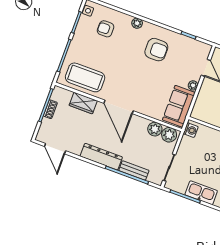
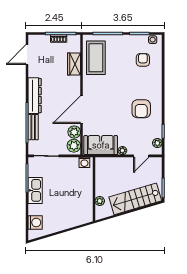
plant: (137, 23) -> (157, 143), moved
door: (119, 107) -> (82, 110), moved

